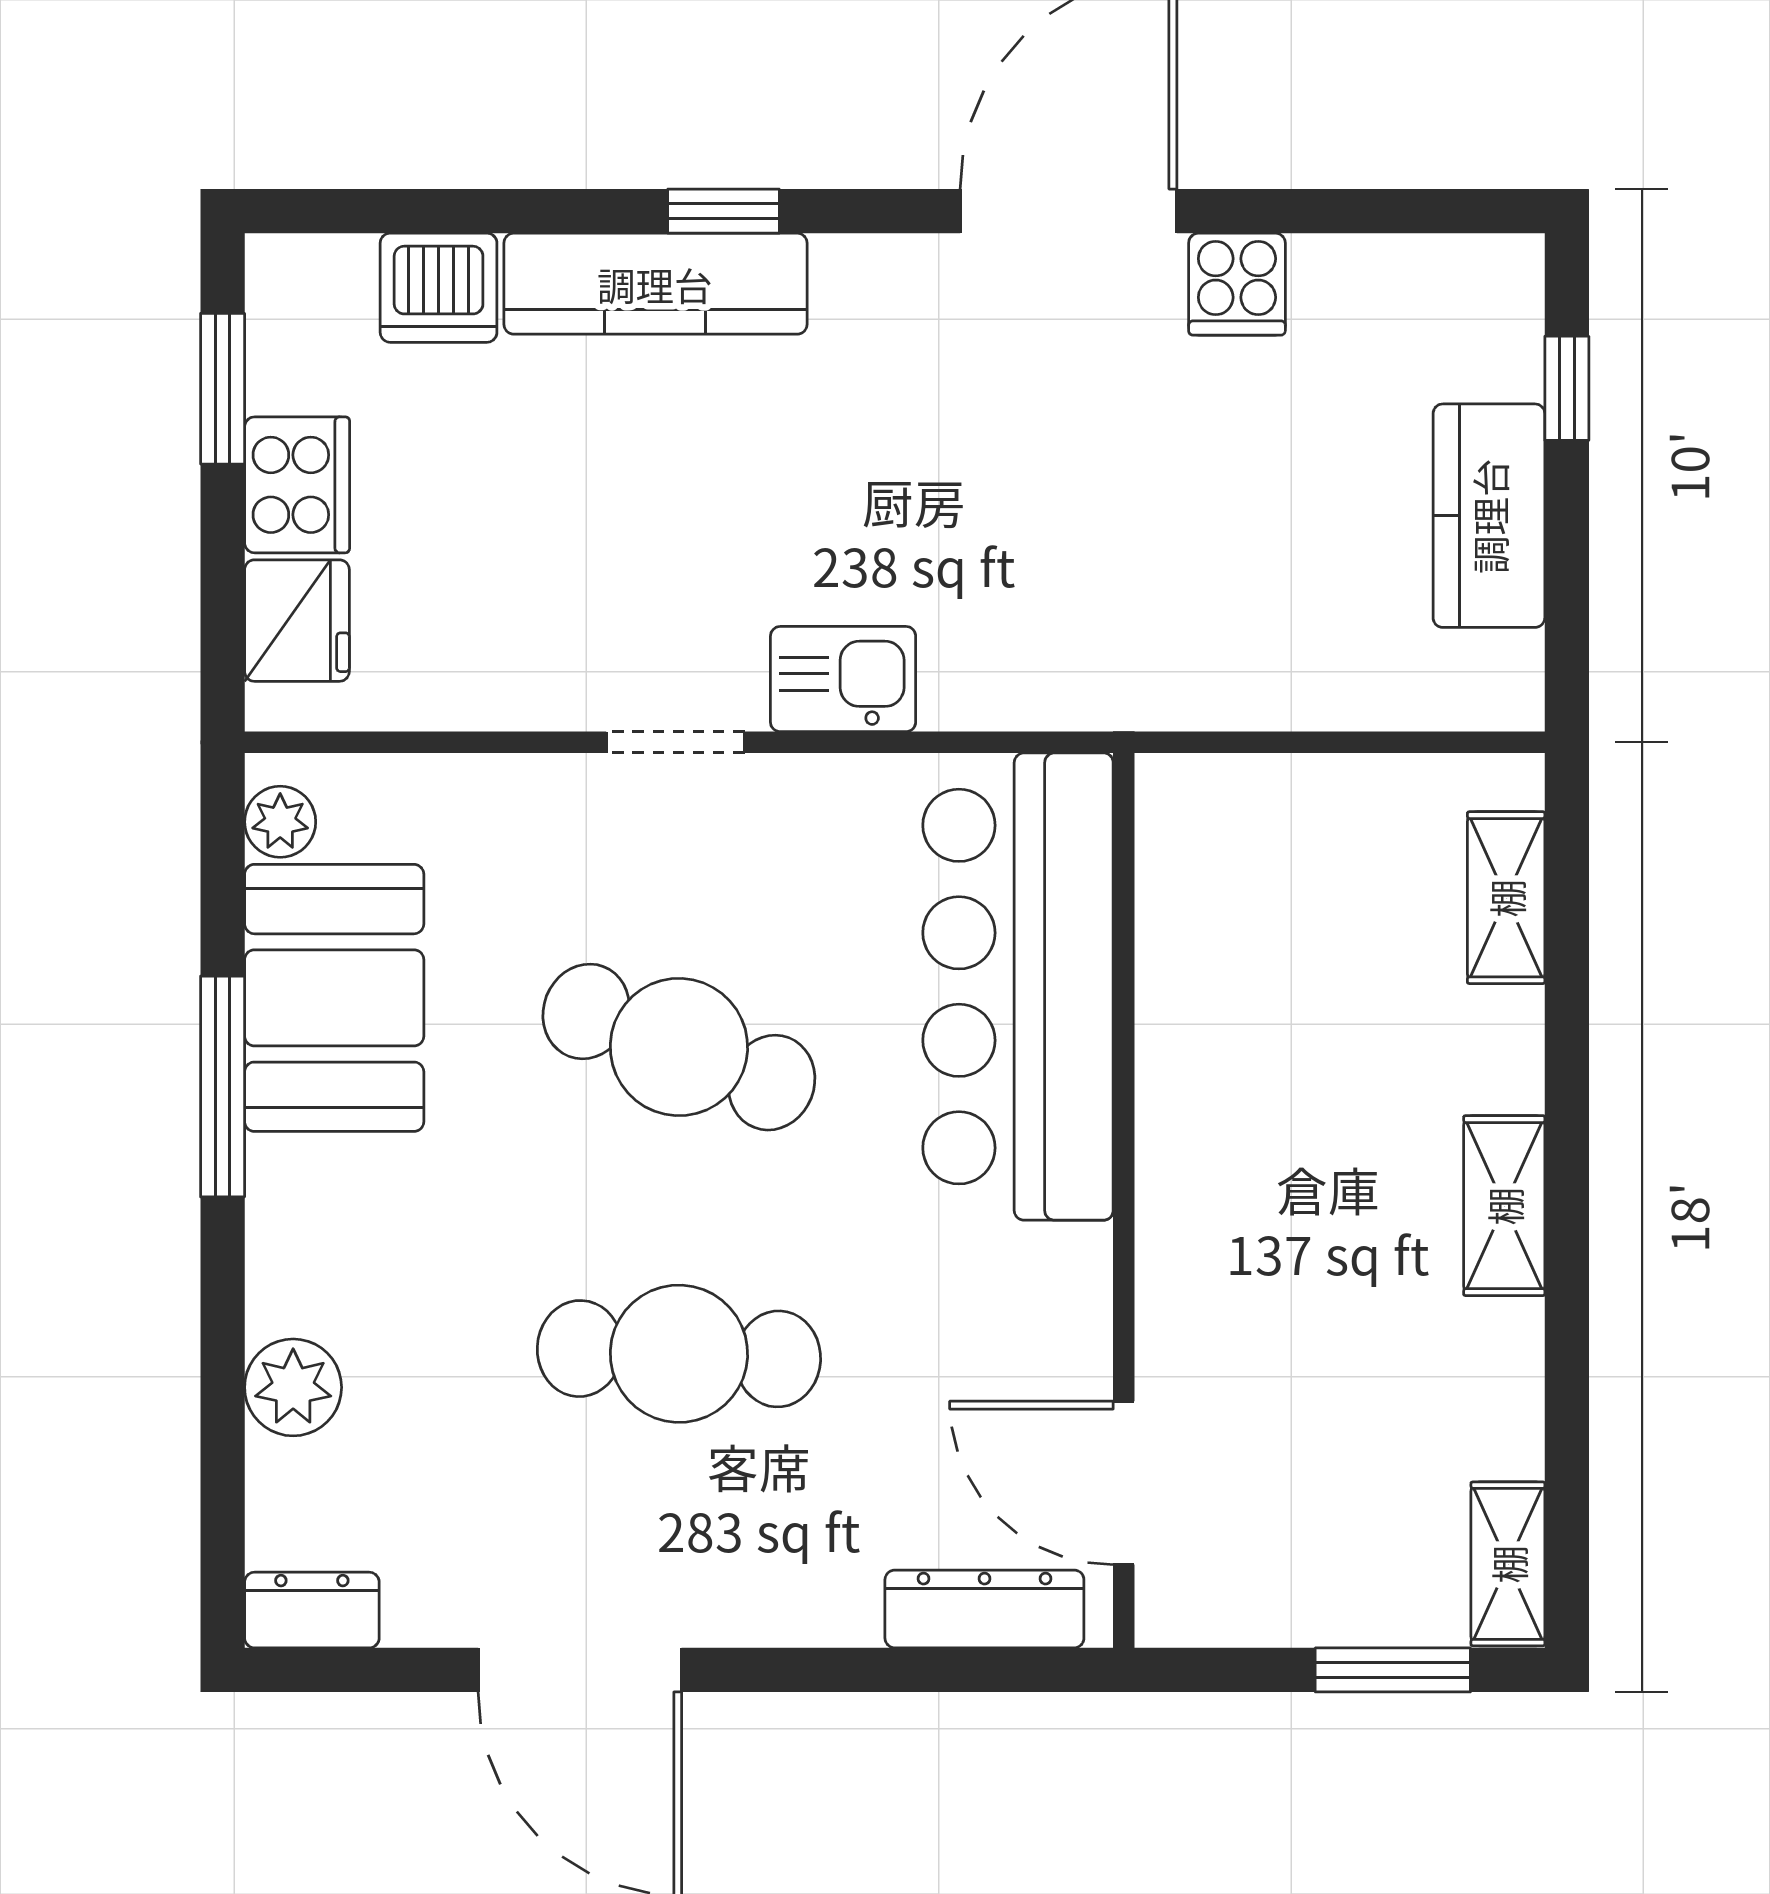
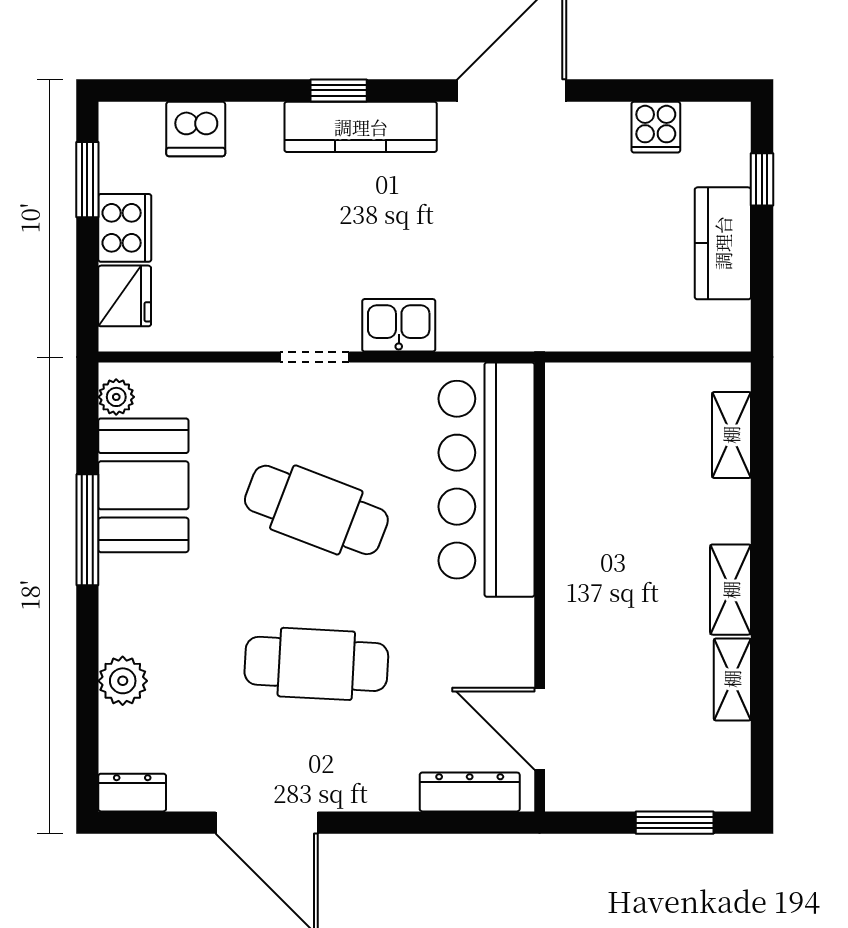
kitchen counter: (655, 284) -> (361, 127), moved
cooker: (1237, 284) -> (656, 127), moved
shelving: (1508, 1564) -> (732, 679), moved

